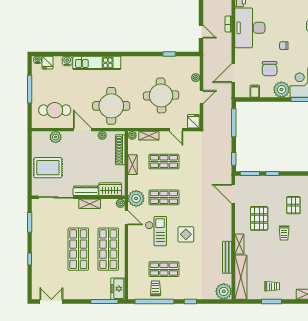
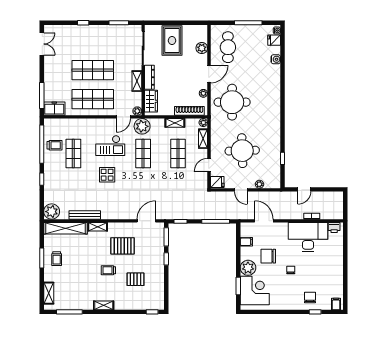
kitchen unit: (97, 63) -> (274, 88), removed

